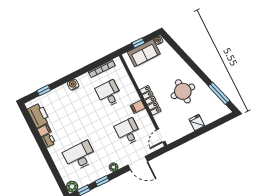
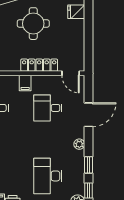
locker: (150, 100) -> (39, 65), moved
fridge: (197, 123) -> (76, 12), moved

